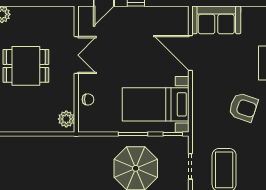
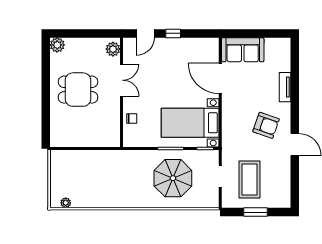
plant: (66, 119) -> (113, 49), moved

